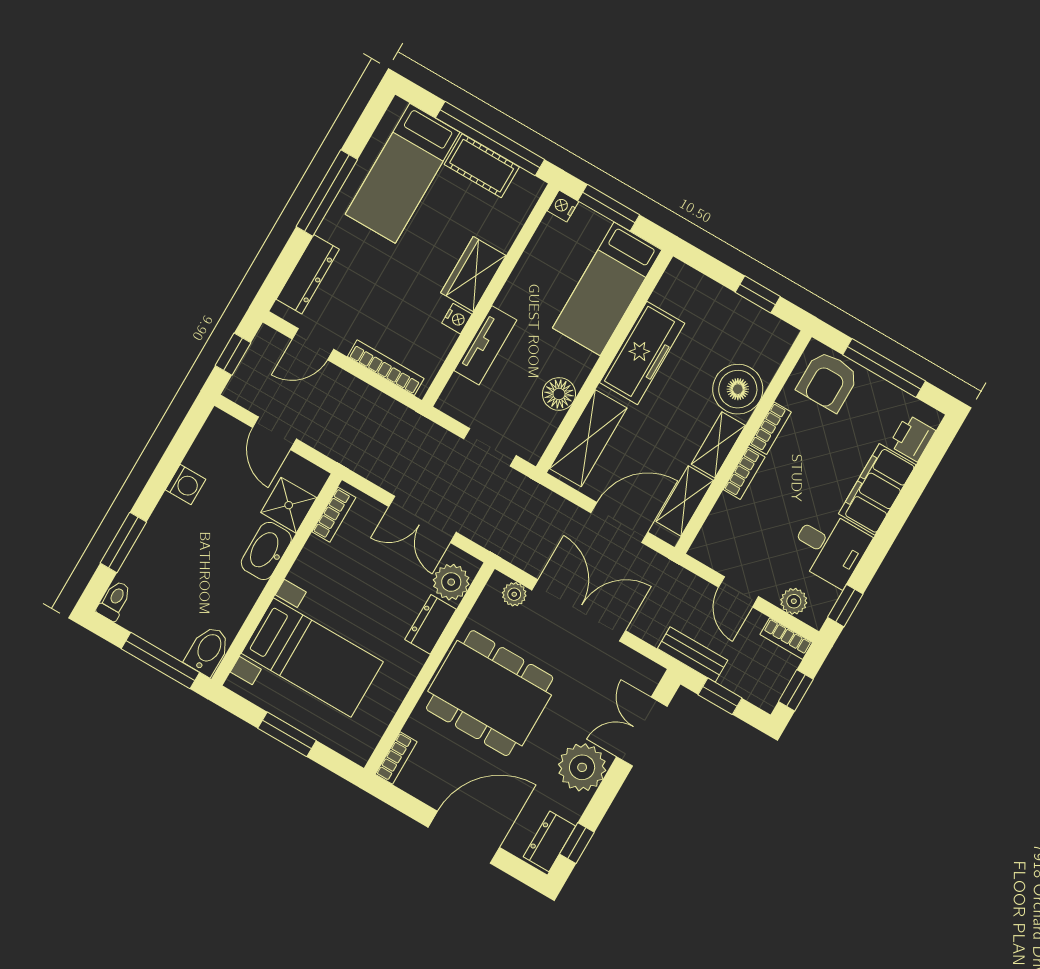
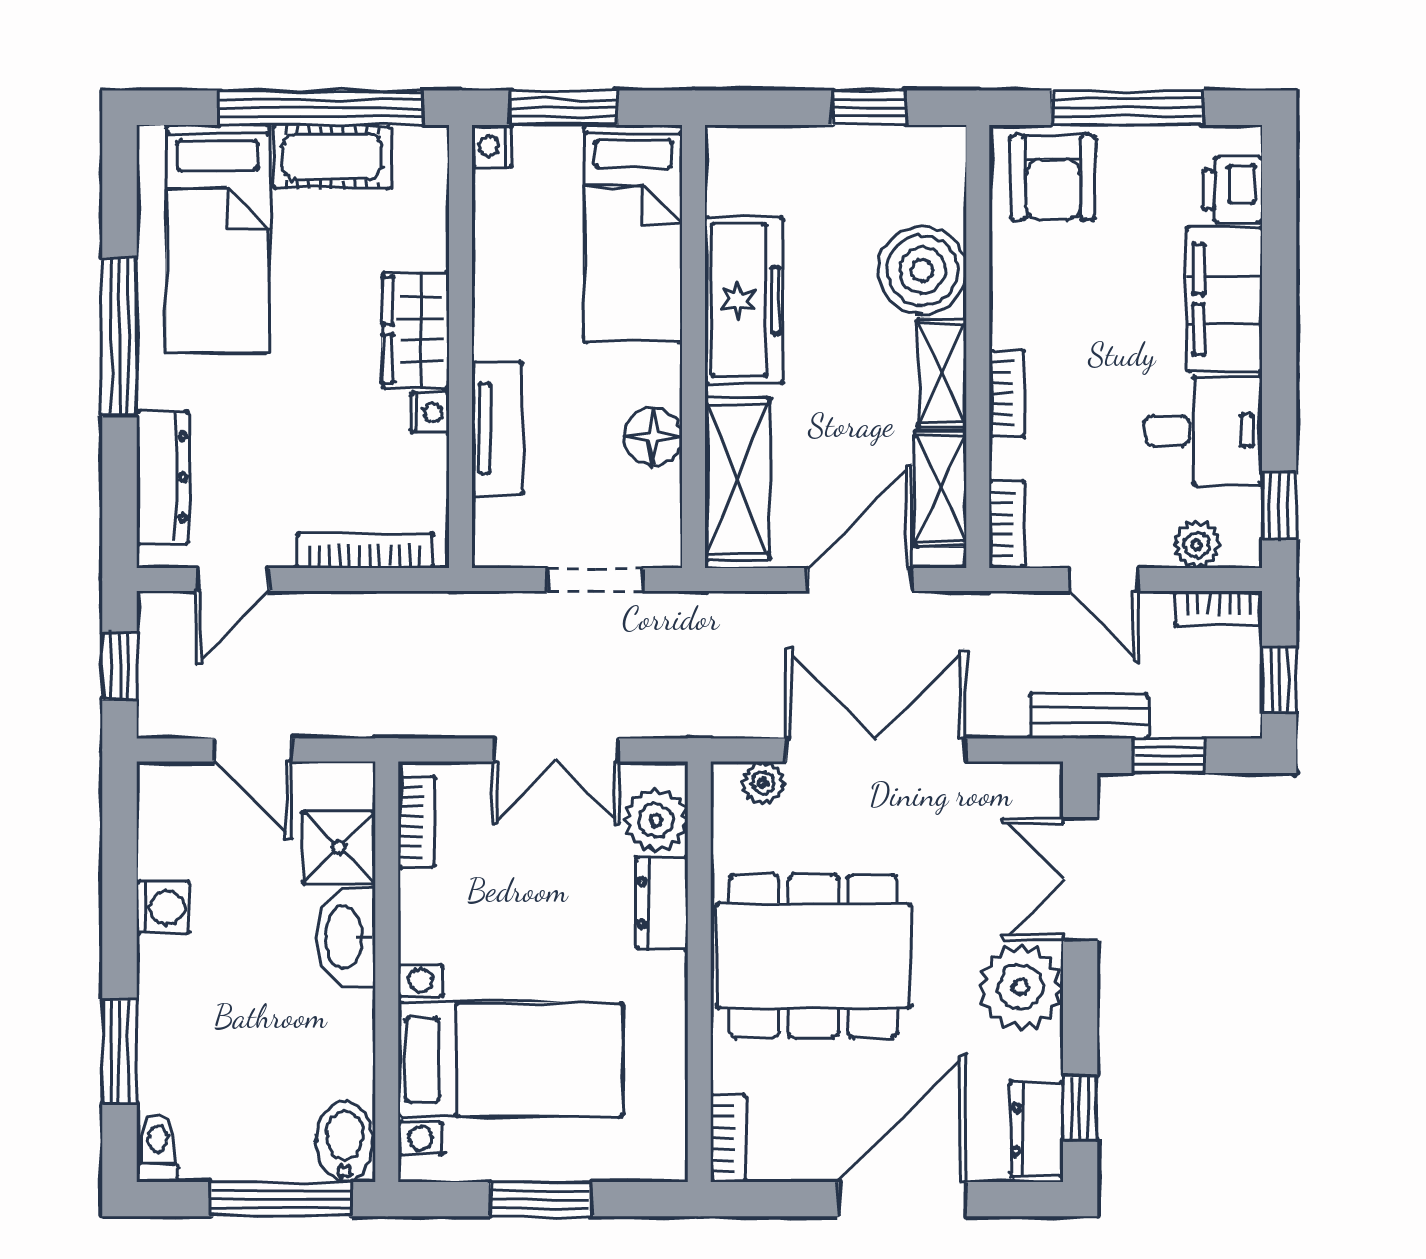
bookcase: (770, 428) -> (1007, 524), moved

